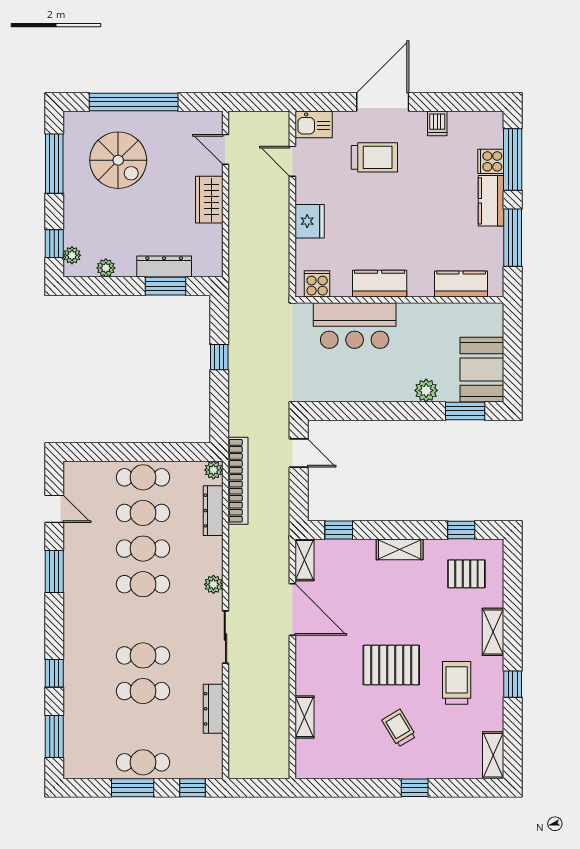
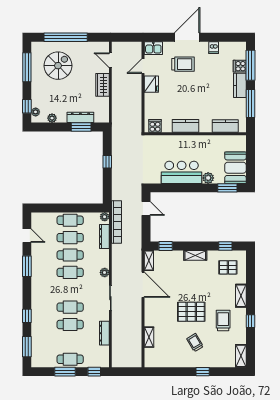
spiral stairs: (118, 160) -> (58, 66), turned -90
door: (292, 161) -> (143, 66), hinge flipped
fridge: (310, 221) -> (151, 84), moved
bar counter: (355, 326) -> (182, 172), moved, turned 180

